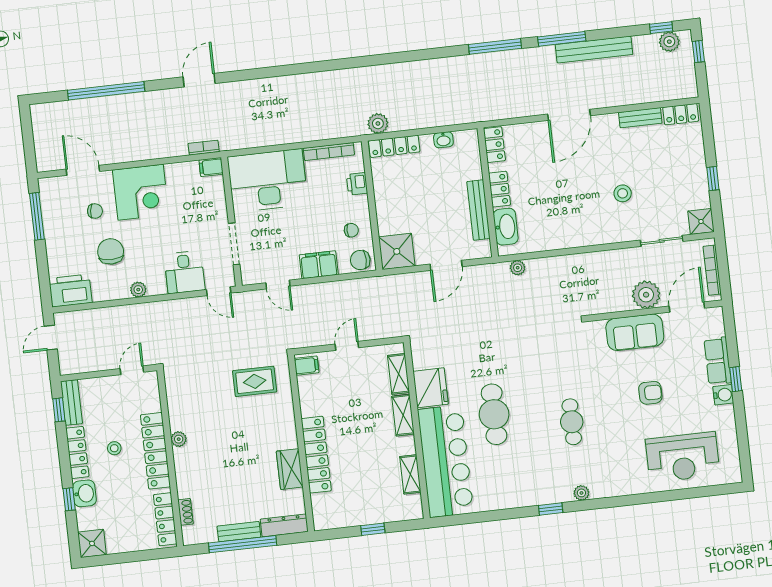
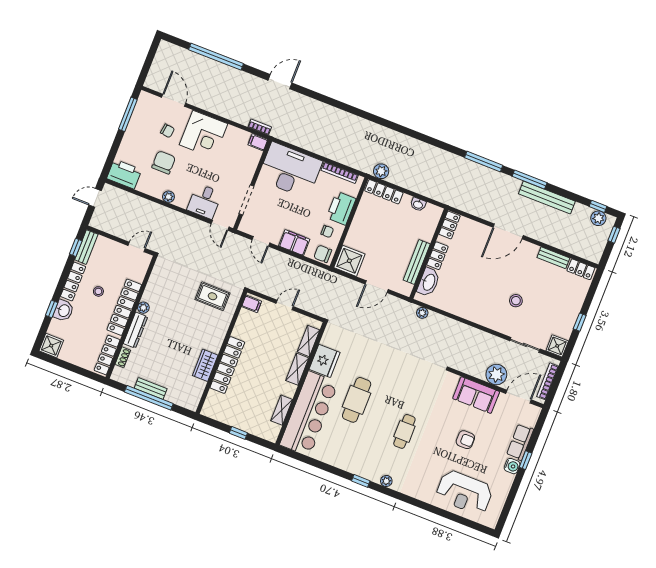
printer: (357, 184) -> (341, 208), width x1.87, depth x1.48
dresser: (284, 525) -> (136, 330), moved, turned 90

